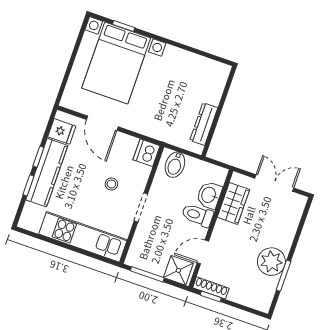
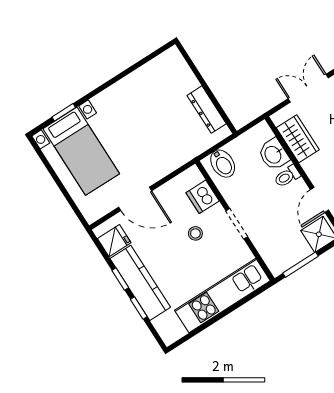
bed with nightstands: (116, 63) -> (81, 151), width x0.73
dishwasher: (147, 153) -> (203, 197), moved
toilet: (198, 215) -> (287, 176), width x0.73, depth x0.72

